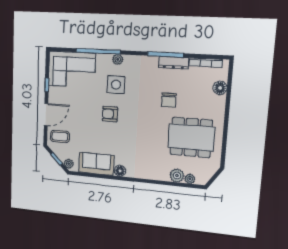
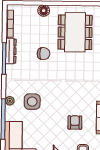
floor lamp: (220, 88) -> (44, 11), moved
armchair: (110, 114) -> (75, 122), moved, turned 180

